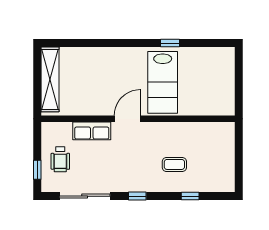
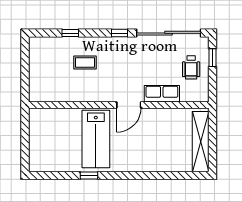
lab bench: (163, 82) -> (96, 139), turned 180
wheelchair: (60, 159) -> (191, 67), turned 180
sliding door: (85, 196) -> (169, 33), width x1.36

